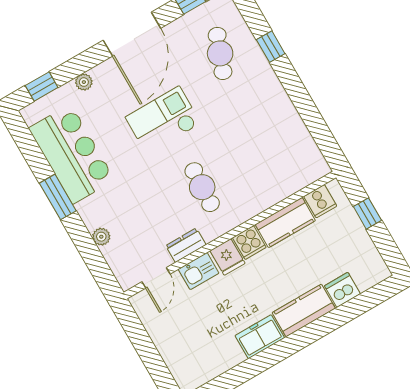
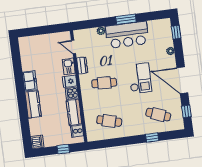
cafe table: (274, 146) -> (109, 121), added
bar counter: (72, 154) -> (127, 35), moved
dishwasher: (342, 290) -> (37, 142), moved

